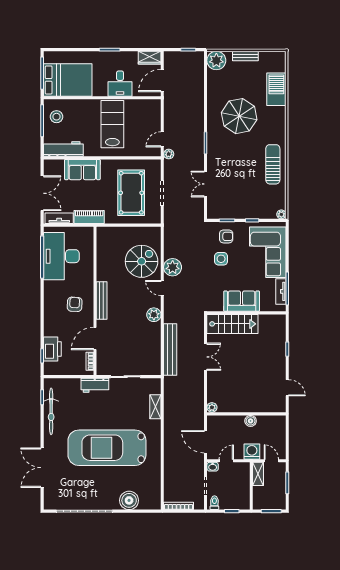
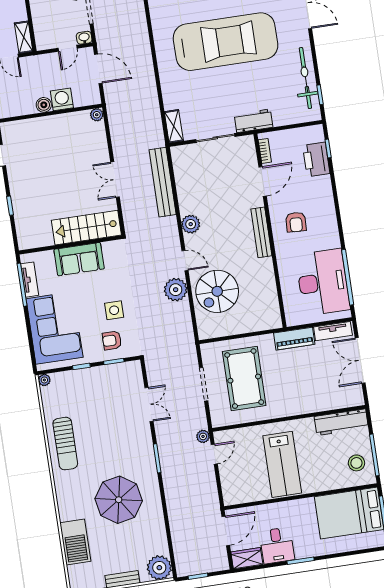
desk: (120, 84) -> (277, 545), moved, turned 180
sofa: (82, 170) -> (312, 399), removed
shelving: (155, 407) -> (174, 126), moved
washing machine: (252, 452) -> (62, 99), moved, turned 180

